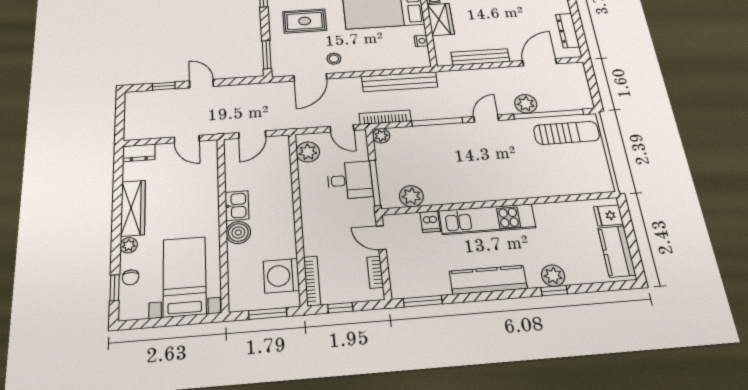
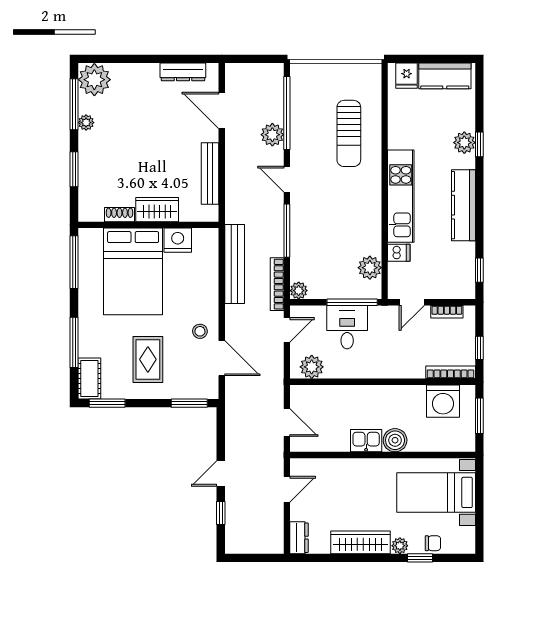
nightstand: (421, 41) -> (178, 240), width x1.89, depth x1.79
sun lounger: (567, 133) -> (349, 133), moved, turned 180
window: (115, 288) -> (420, 558), moved
window: (423, 301) -> (479, 270), width x0.67

